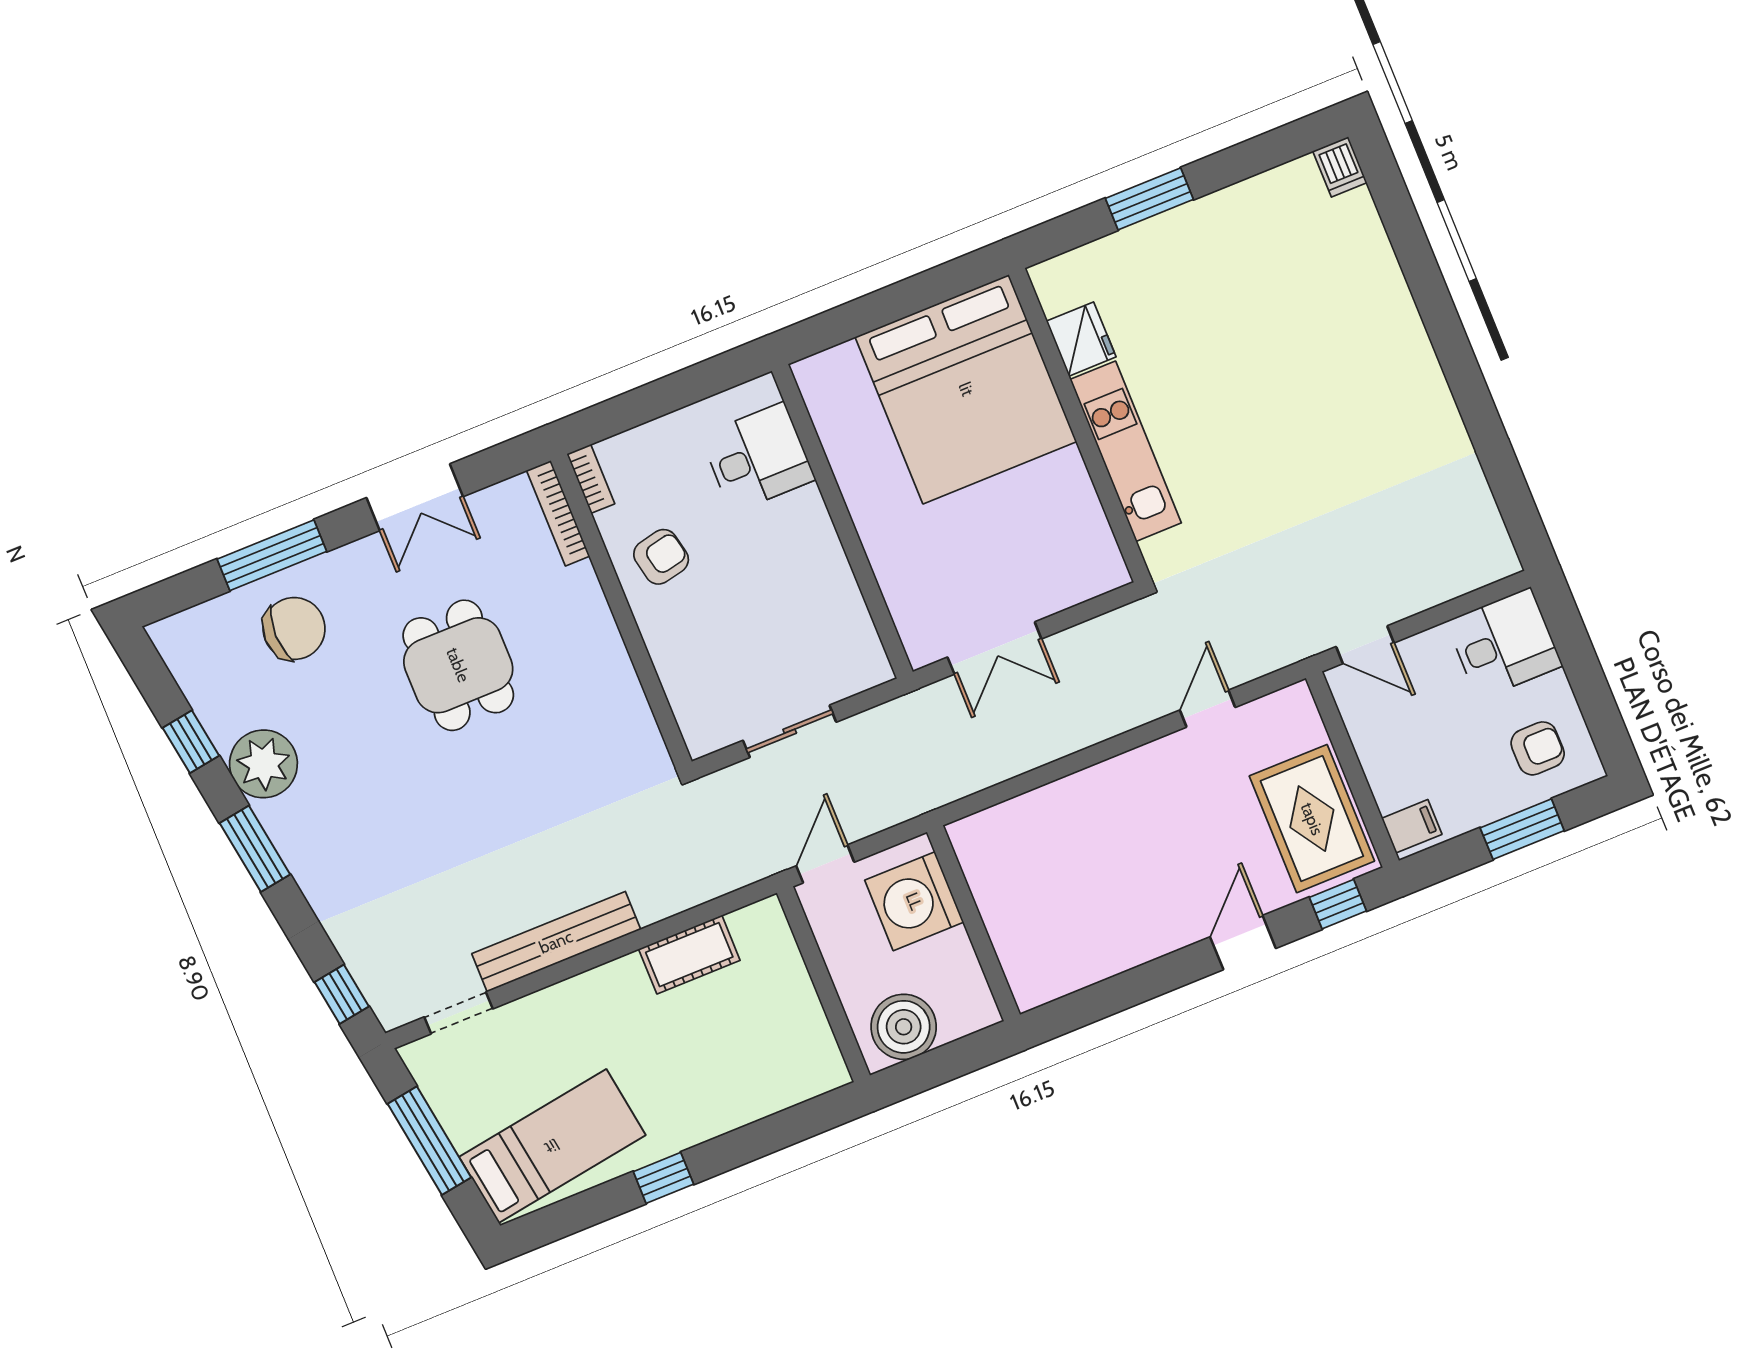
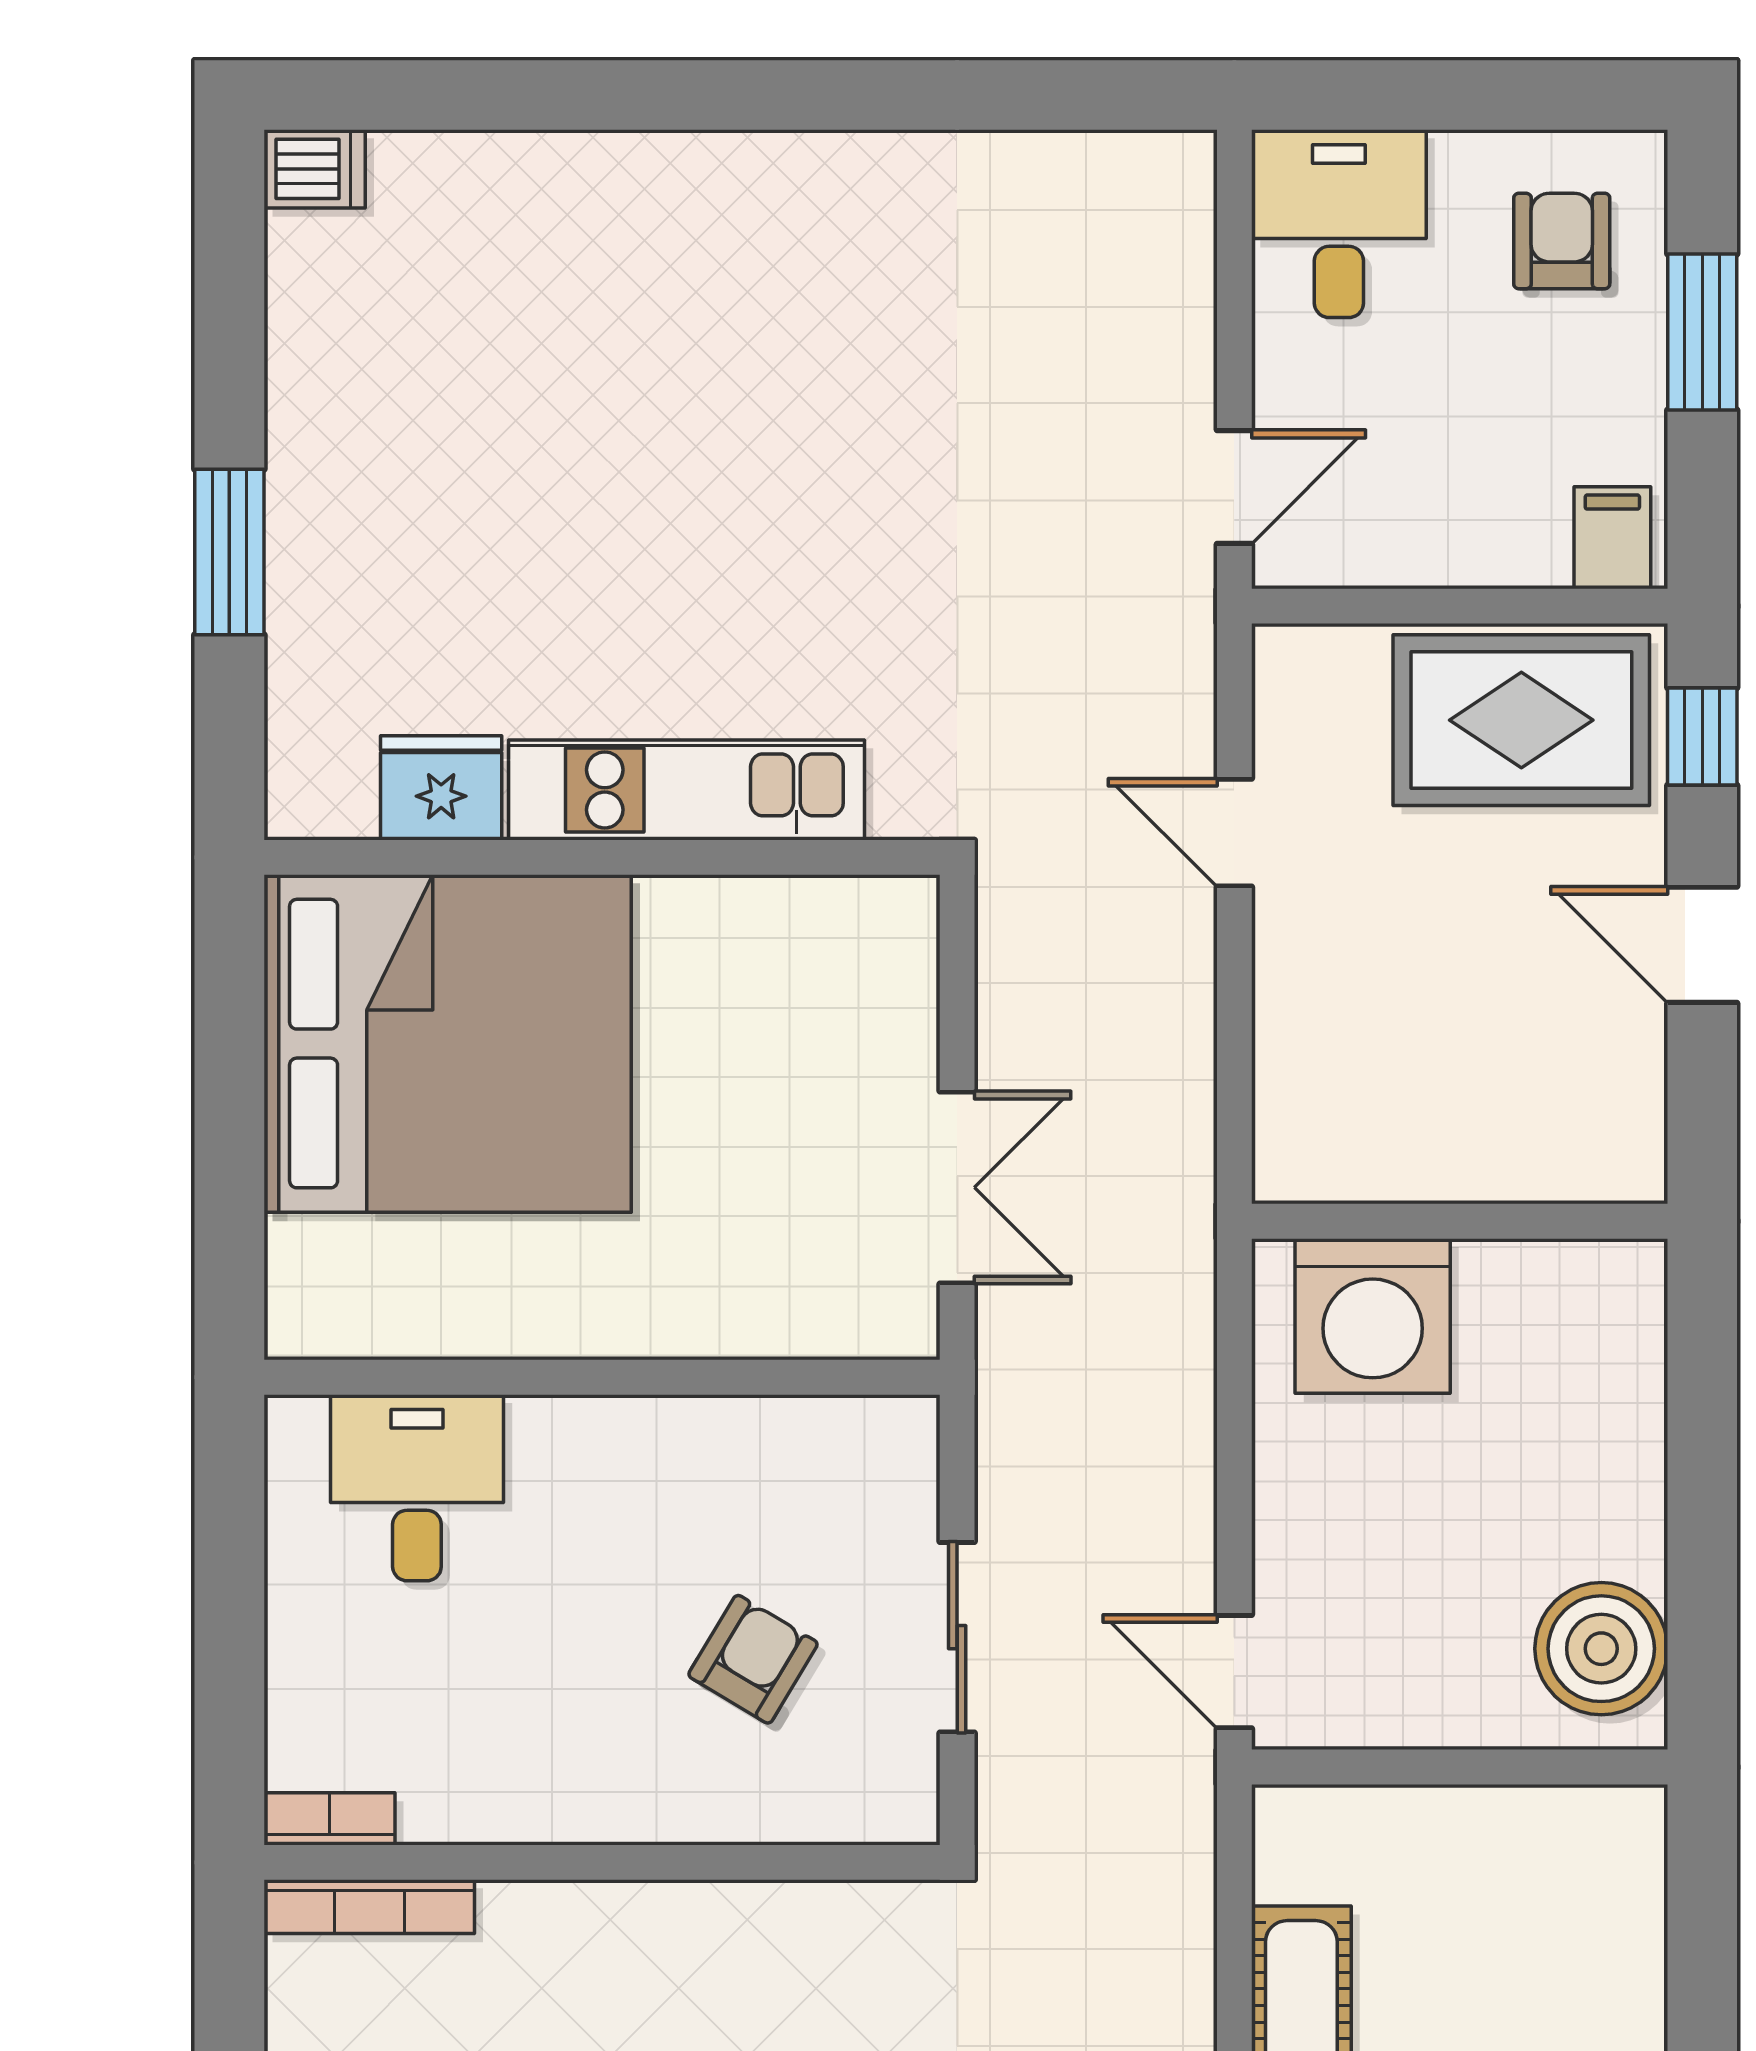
armchair: (661, 557) -> (753, 1659), moved, turned 43
washing machine: (914, 901) -> (1373, 1316), moved
wall: (973, 923) -> (1460, 1221), moved

